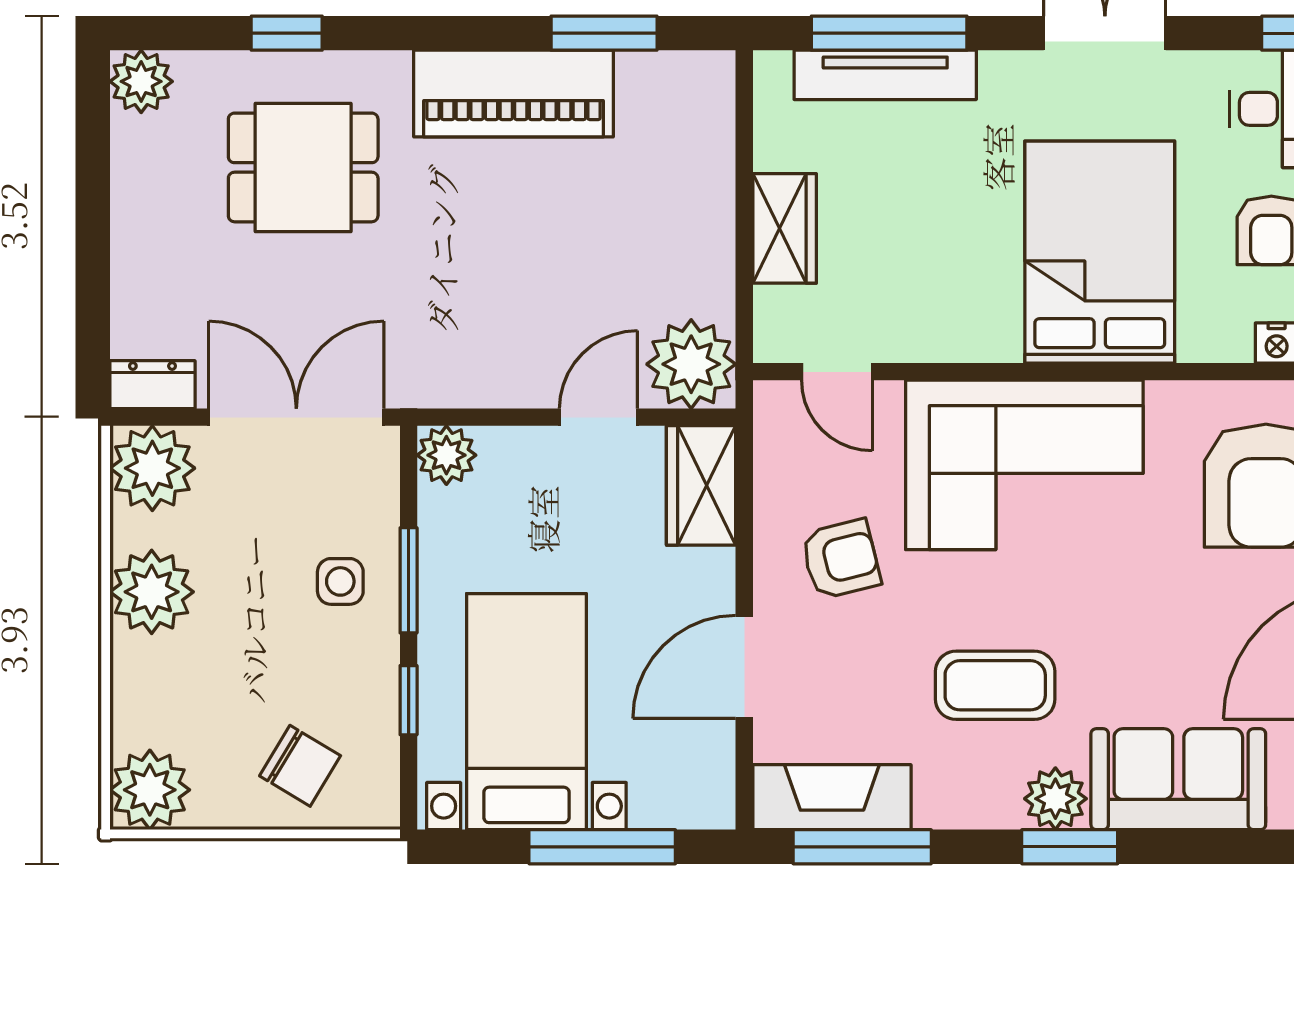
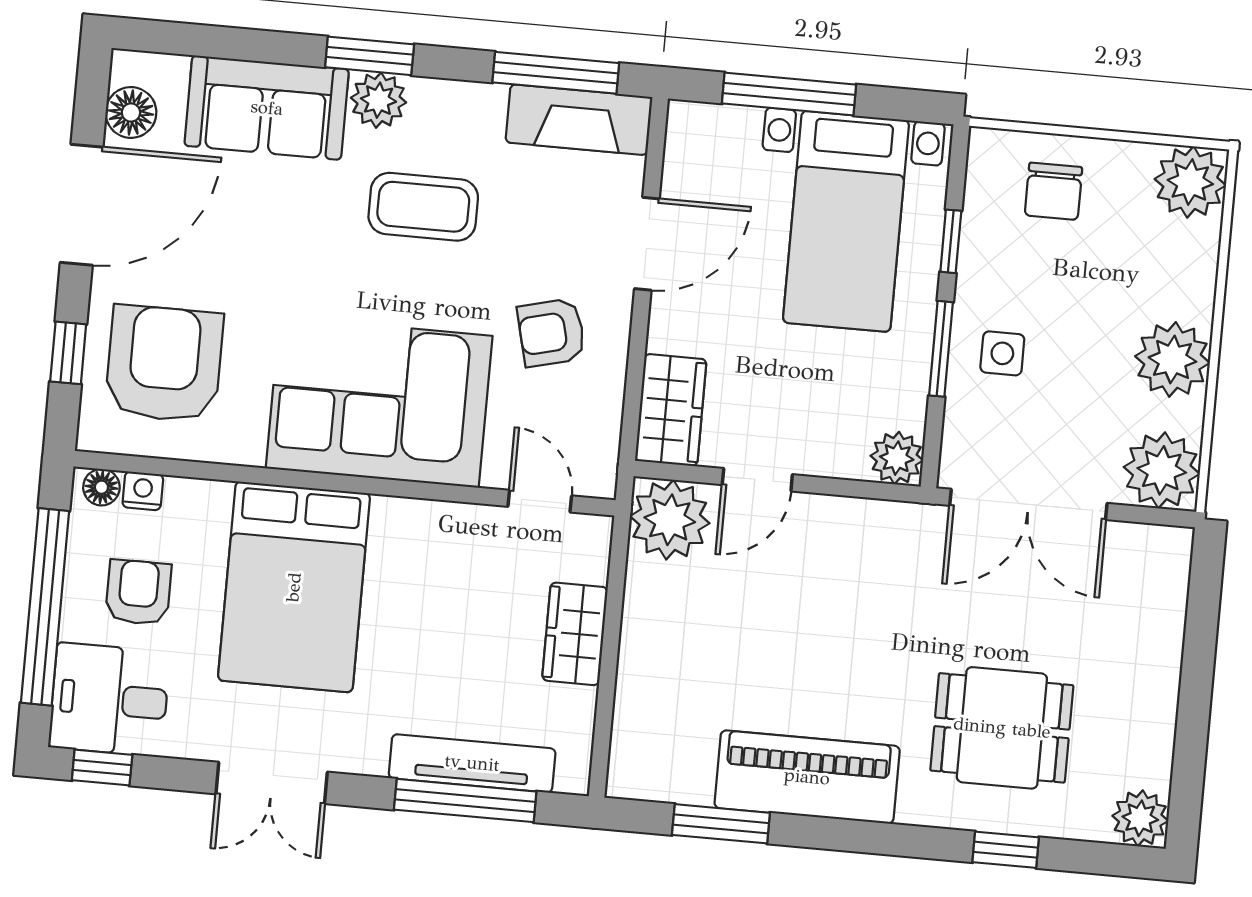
dresser: (152, 385) -> (1155, 545), removed
chair: (300, 766) -> (1053, 191), turned -121

